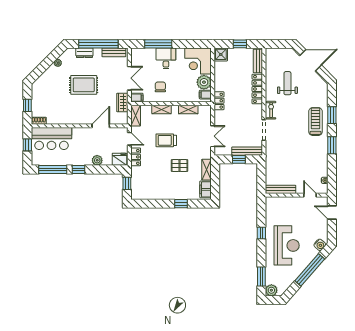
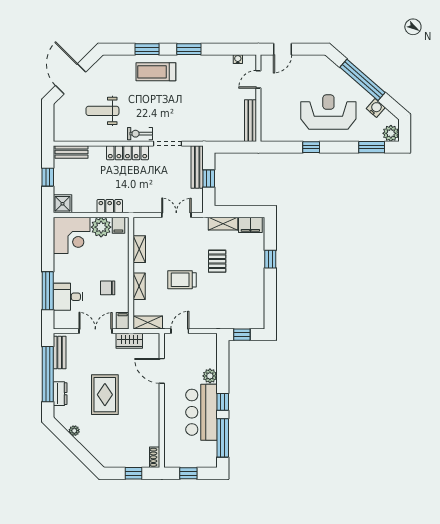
desk: (166, 58) -> (68, 297), moved
locker: (257, 89) -> (127, 153), moved
locker: (219, 101) -> (110, 206), moved
bar counter: (51, 139) -> (201, 412), moved, turned 180
trolley: (166, 140) -> (182, 280), turned 90
locker: (136, 157) -> (205, 322), removed
fridge: (119, 159) -> (208, 345), removed
water cooler: (320, 245) -> (376, 108), moved

